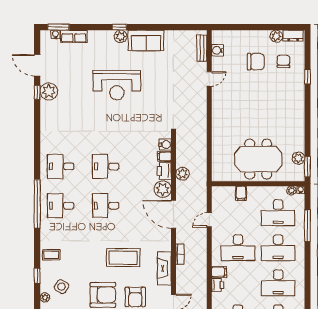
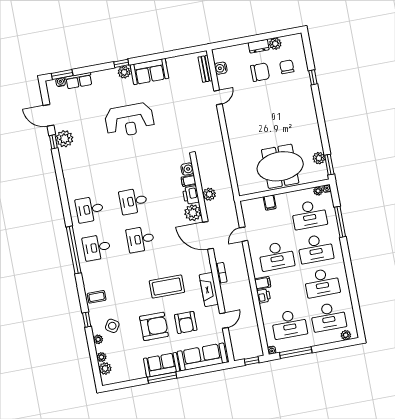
dresser: (293, 36) -> (259, 46), moved

